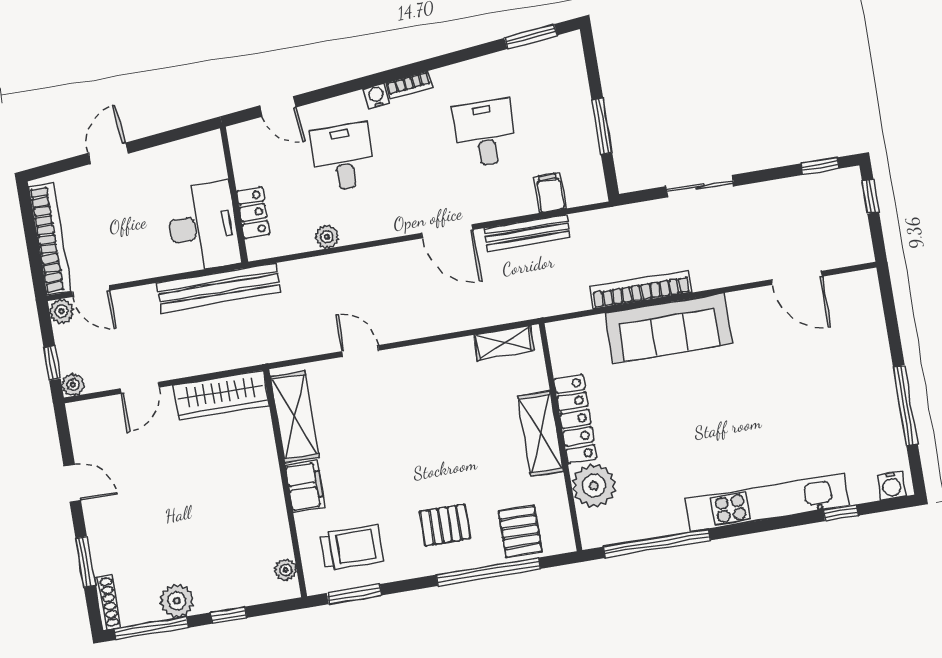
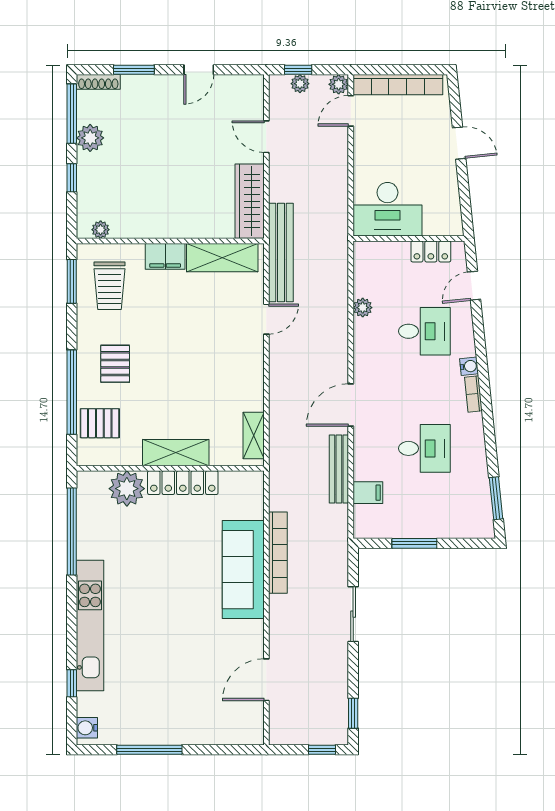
locker: (253, 213) -> (431, 251), moved
bench: (219, 288) -> (281, 253), moved
plant: (73, 385) -> (300, 84), moved

